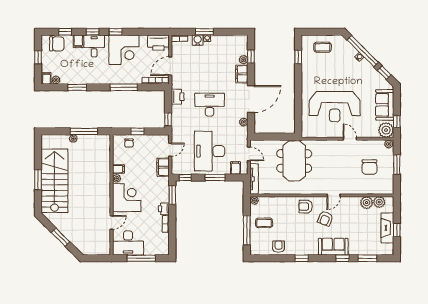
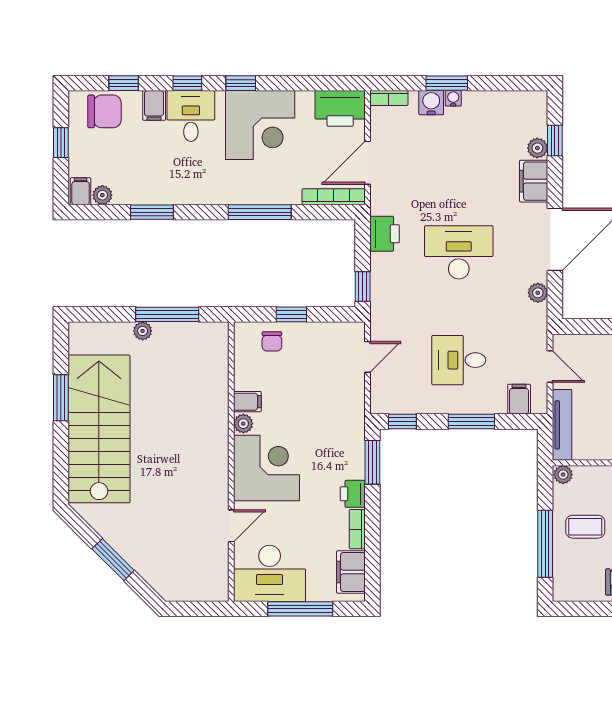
desk: (210, 151) -> (459, 360), width x0.53, depth x0.77
filing cabinet: (163, 167) -> (351, 572), moved
window: (38, 180) -> (61, 398), moved

